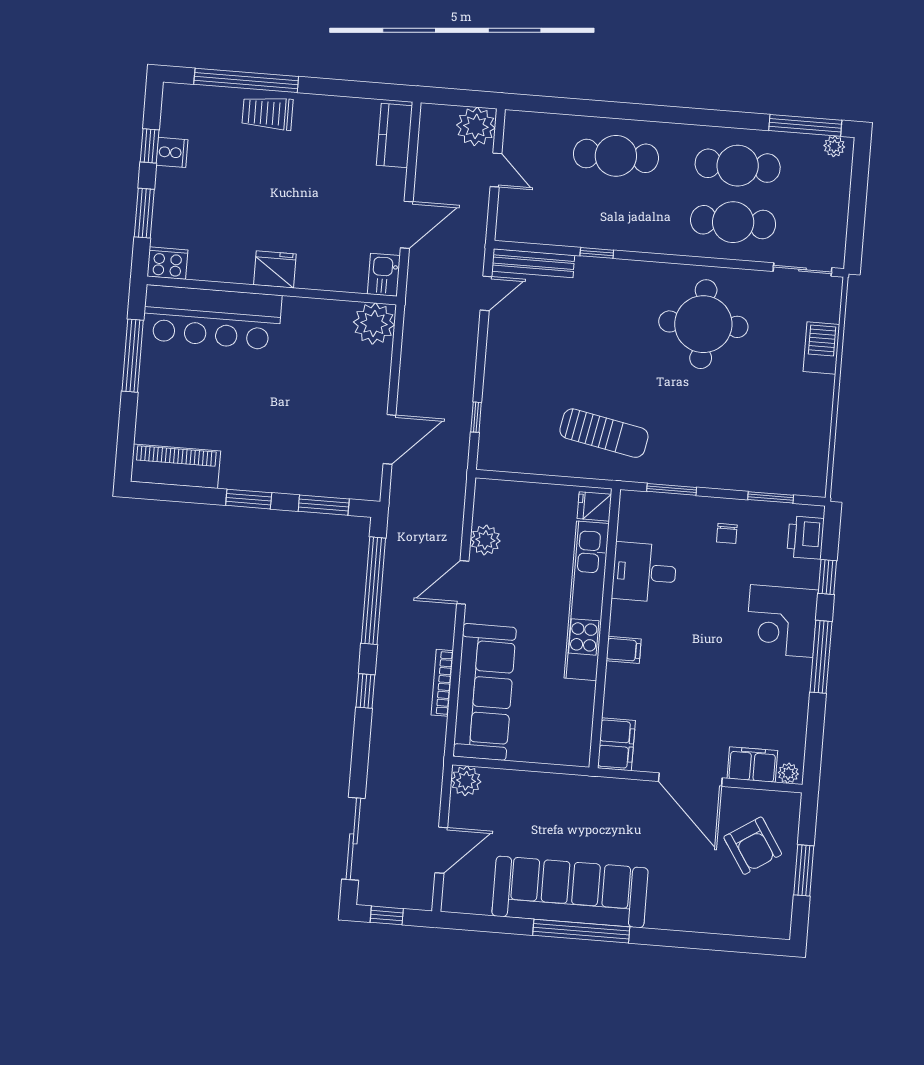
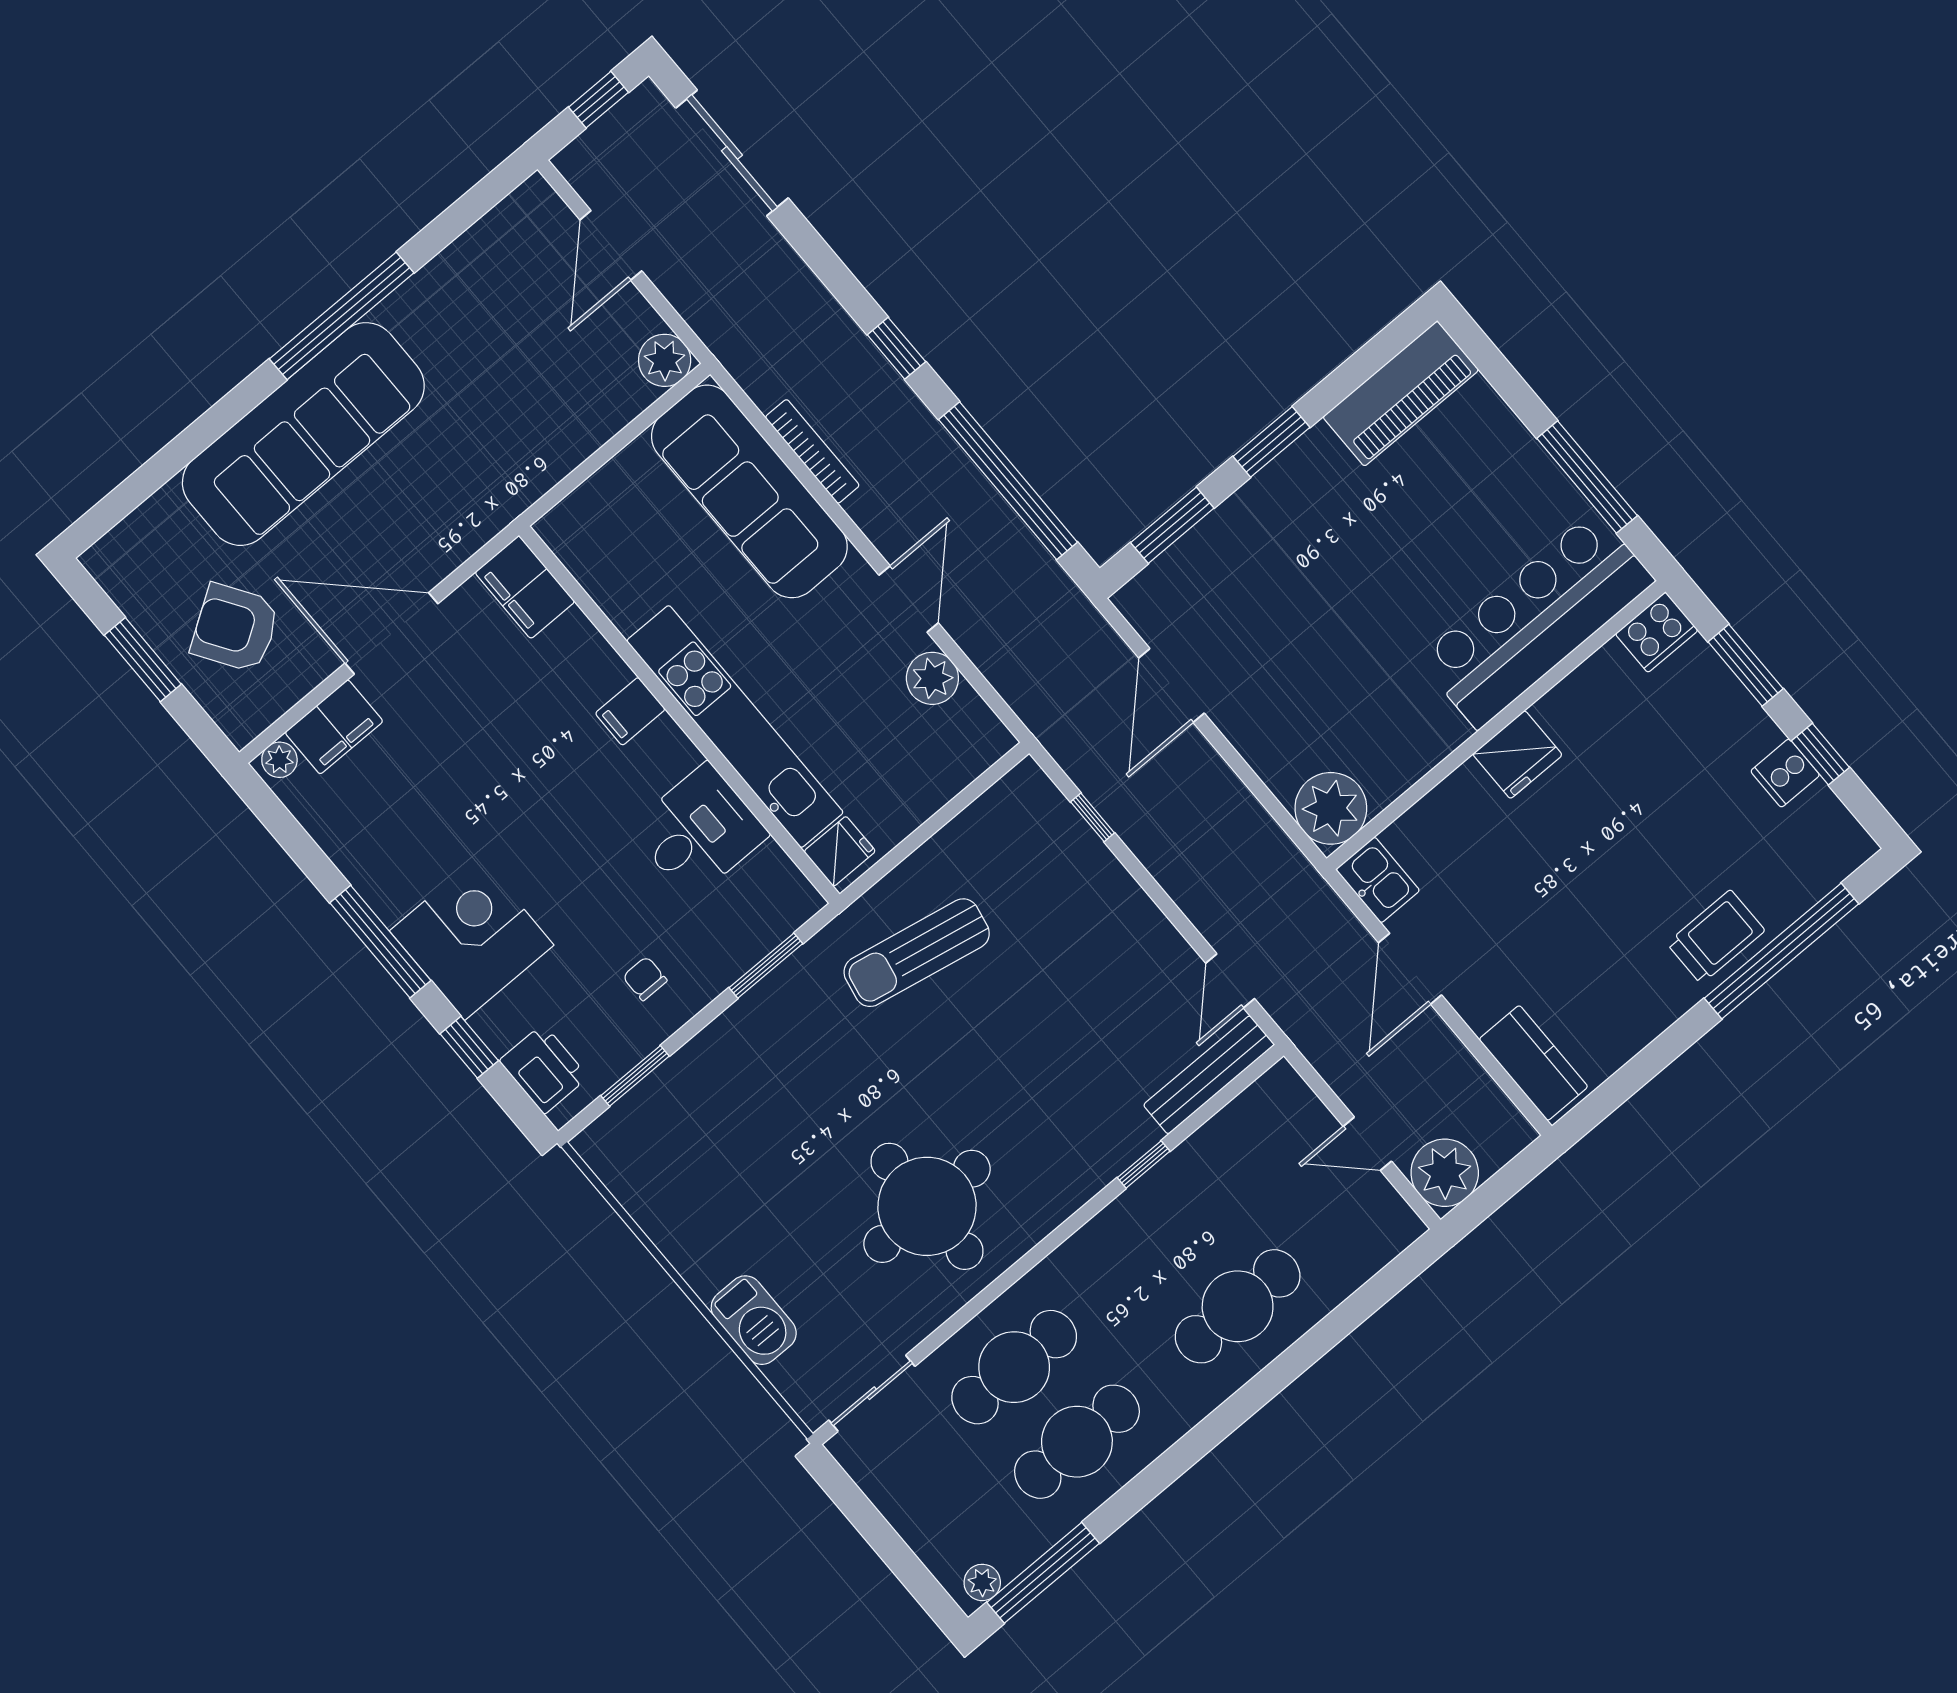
sofa: (570, 892) -> (303, 434), moved

